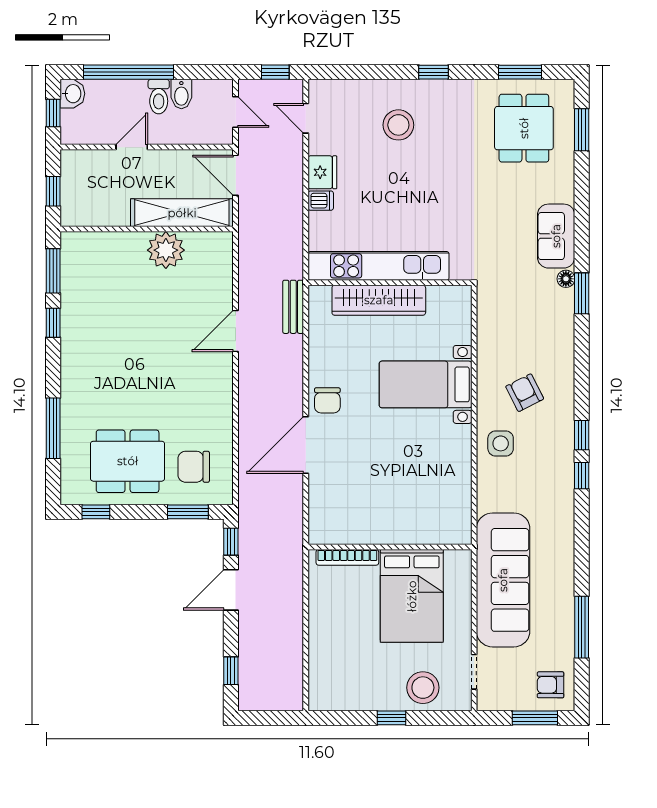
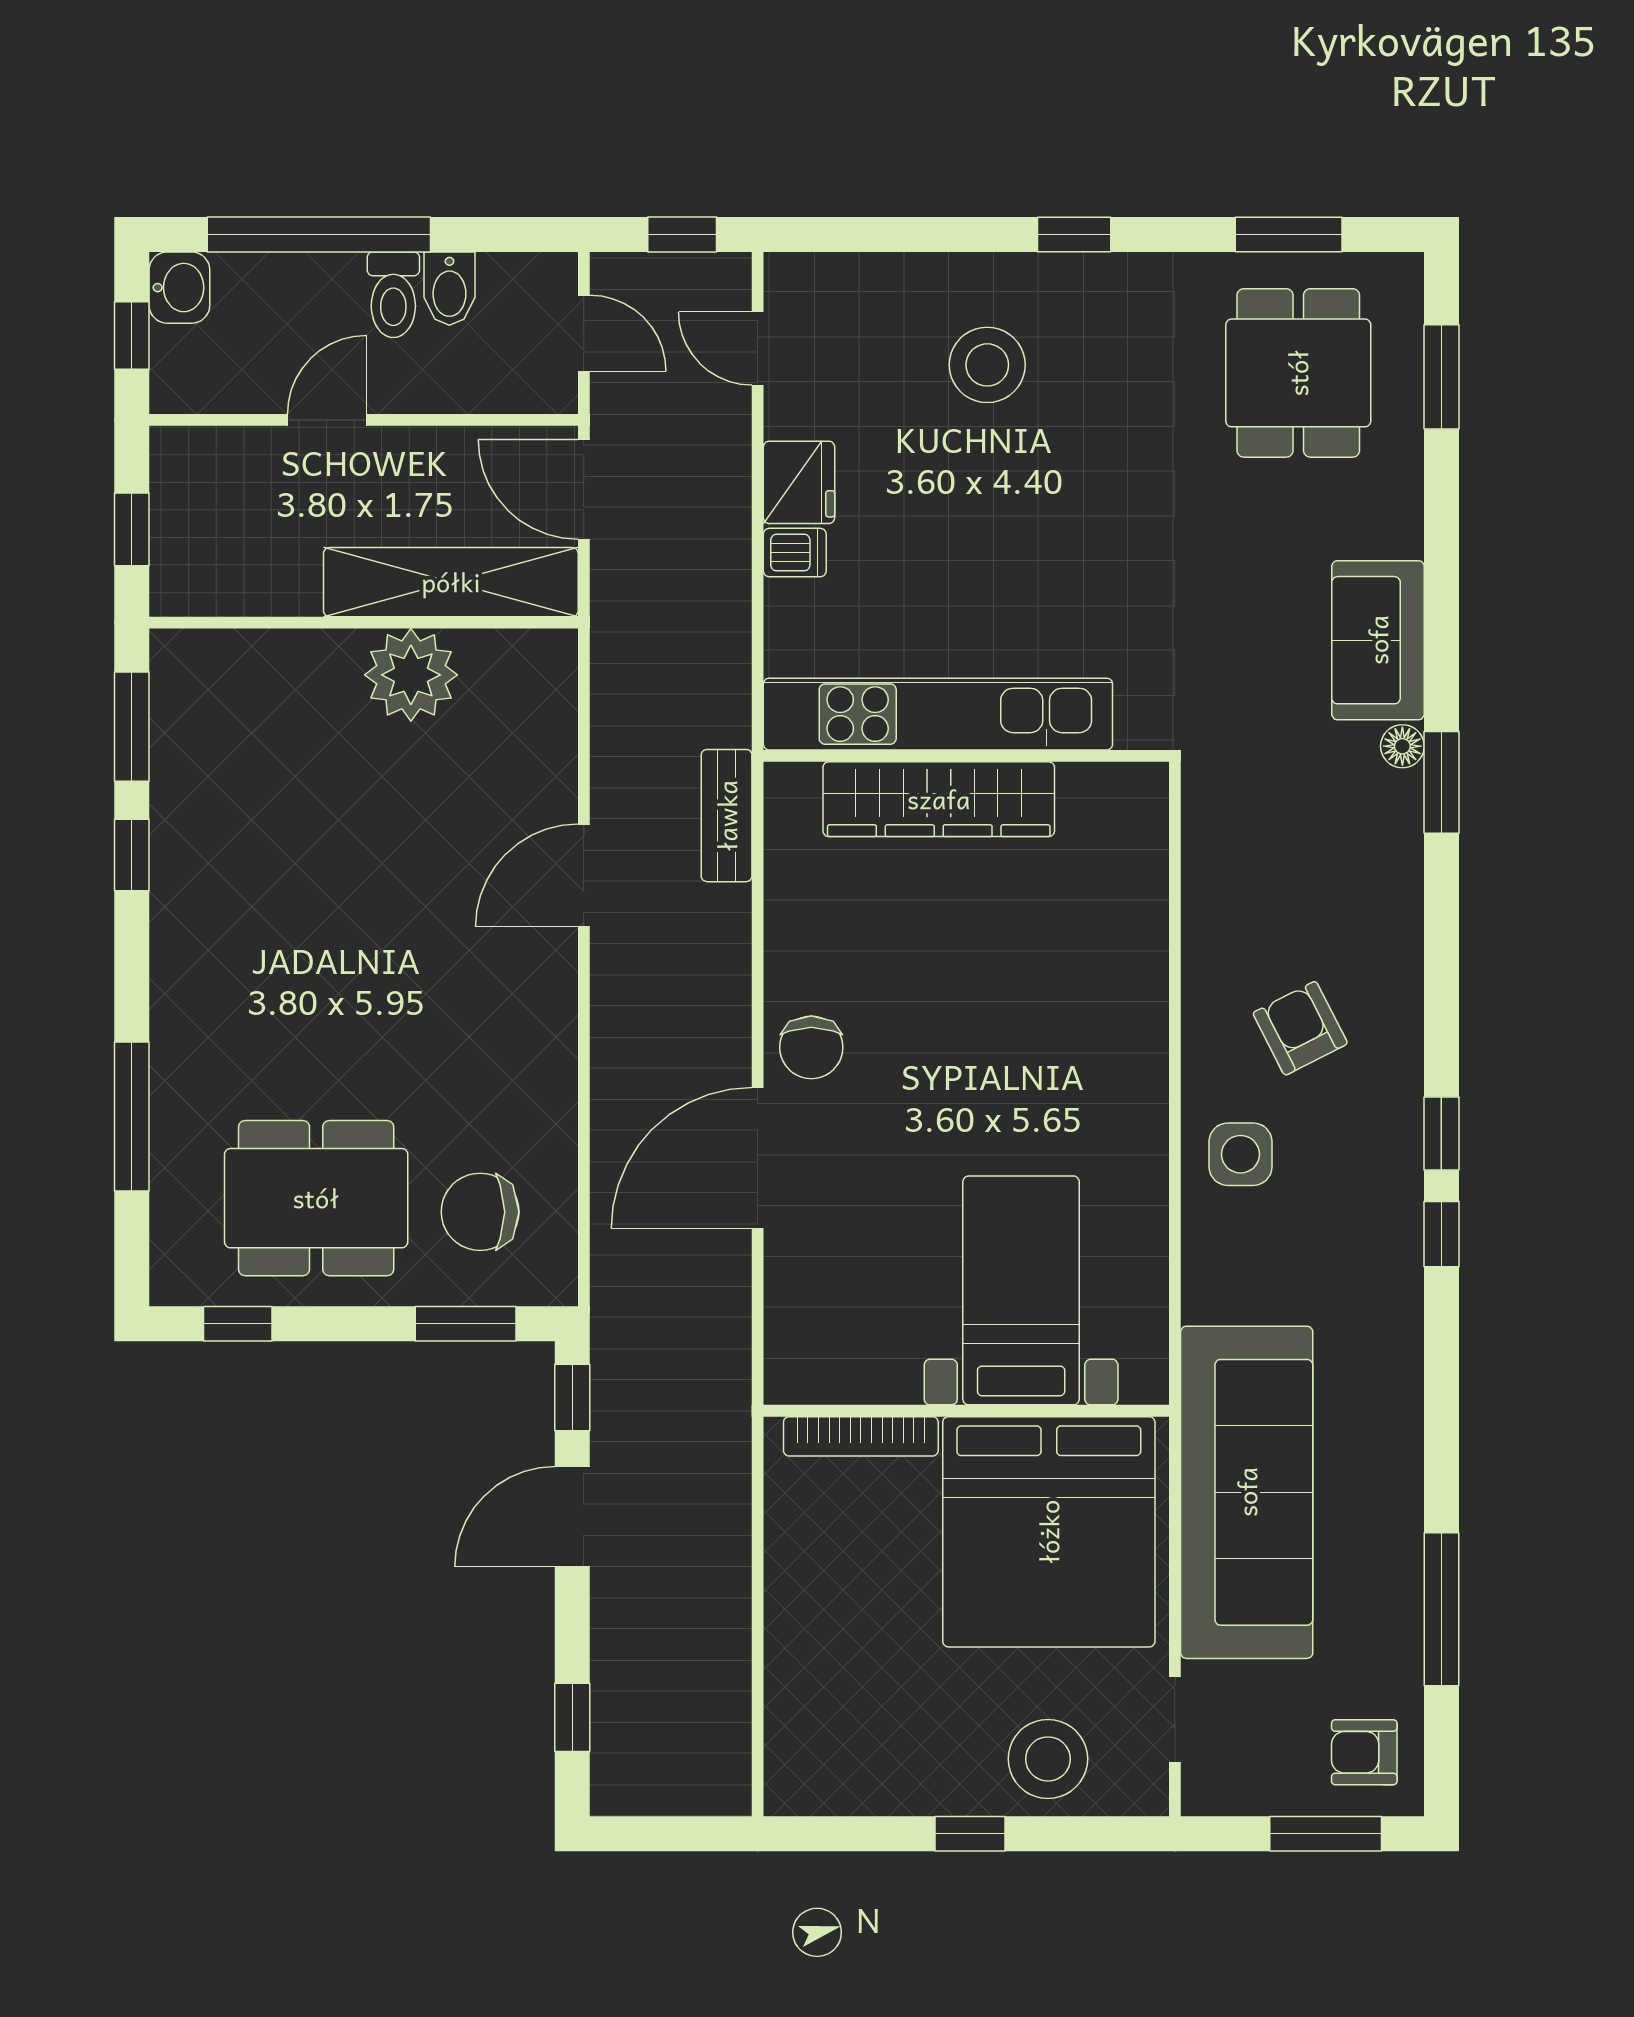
bed with nightstands: (426, 384) -> (1021, 1290), moved, turned 90
bed: (412, 596) -> (1049, 1532), width x1.36

